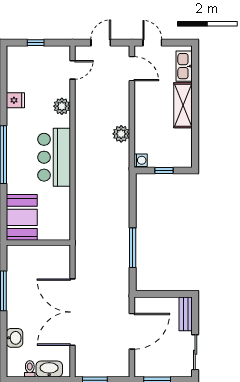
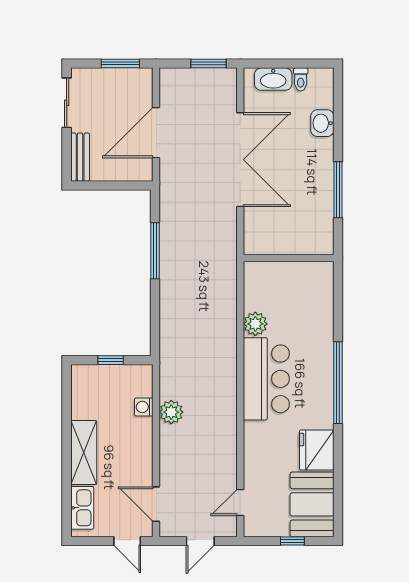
fridge: (15, 100) -> (317, 450), width x1.88, depth x1.34
plant: (62, 106) -> (255, 324), moved
washing machine: (141, 160) -> (144, 407), moved
booth: (22, 217) -> (312, 504), moved

